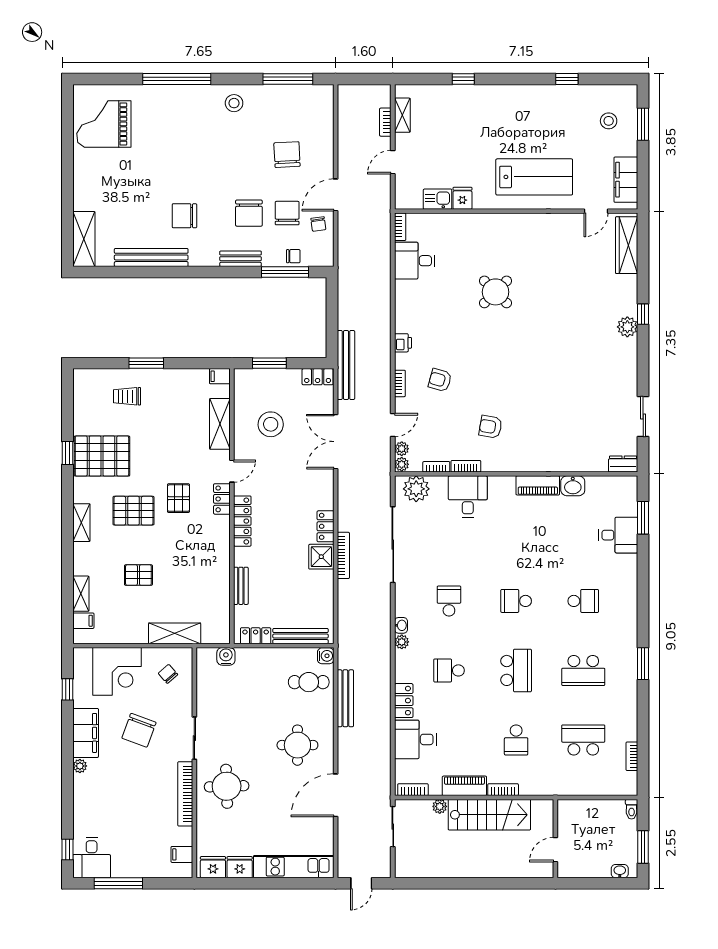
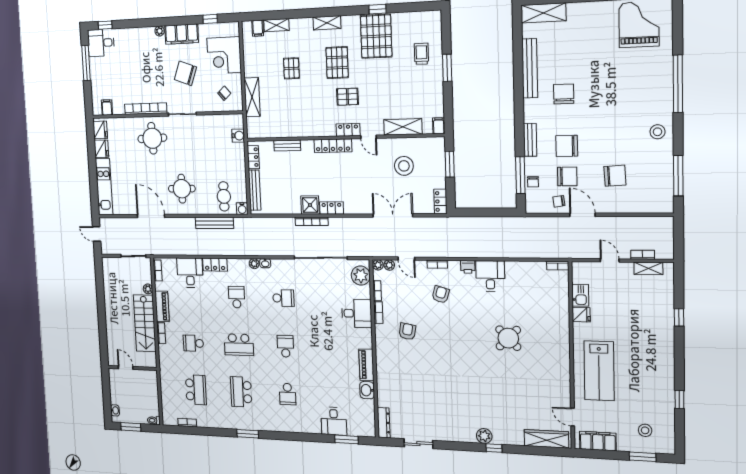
desk: (415, 261) -> (490, 276), moved
bench: (346, 365) -> (450, 223), removed
dresser: (623, 464) -> (384, 423), width x1.44

